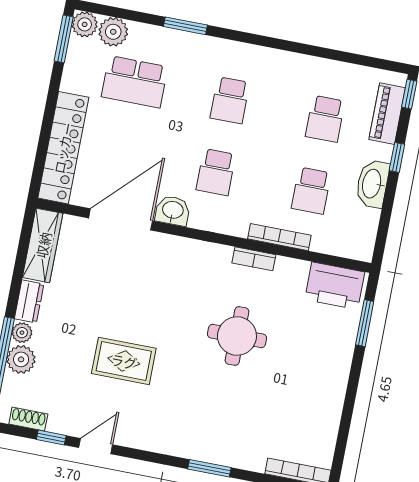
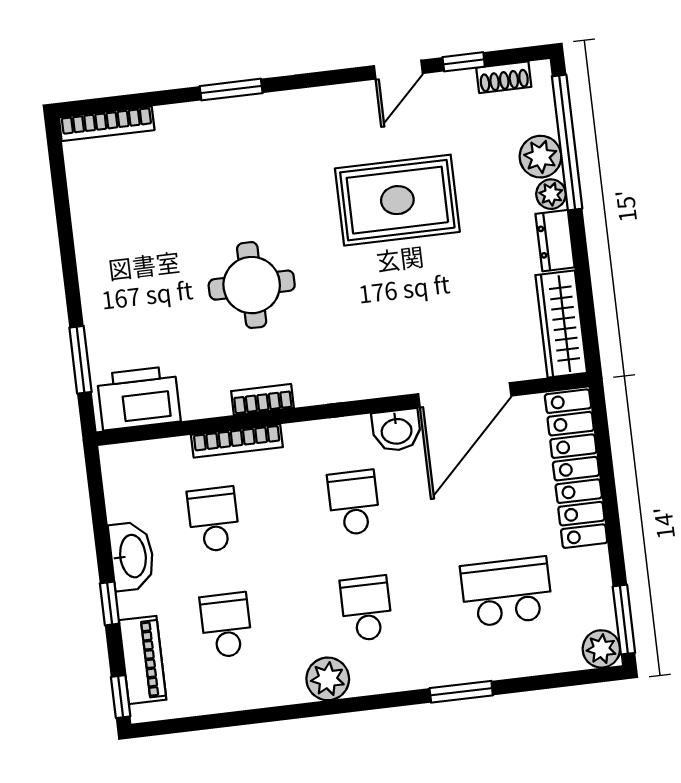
plant: (113, 32) -> (328, 679), moved
rug: (124, 361) -> (397, 200), width x1.36, depth x1.43

